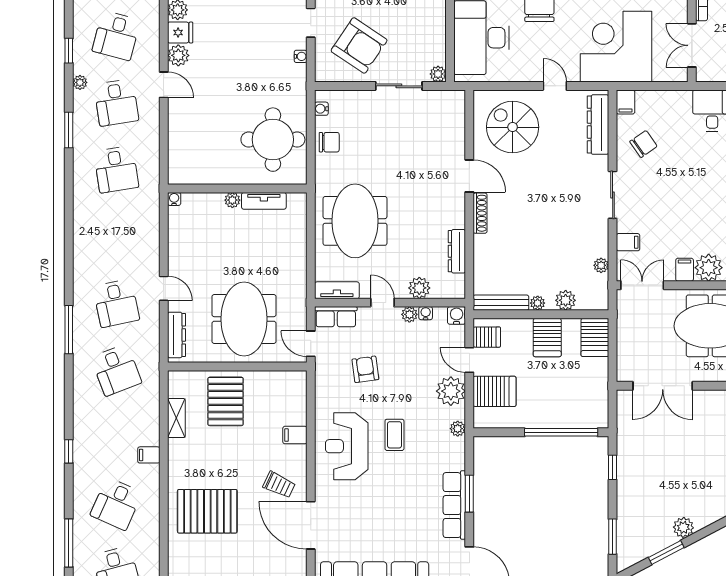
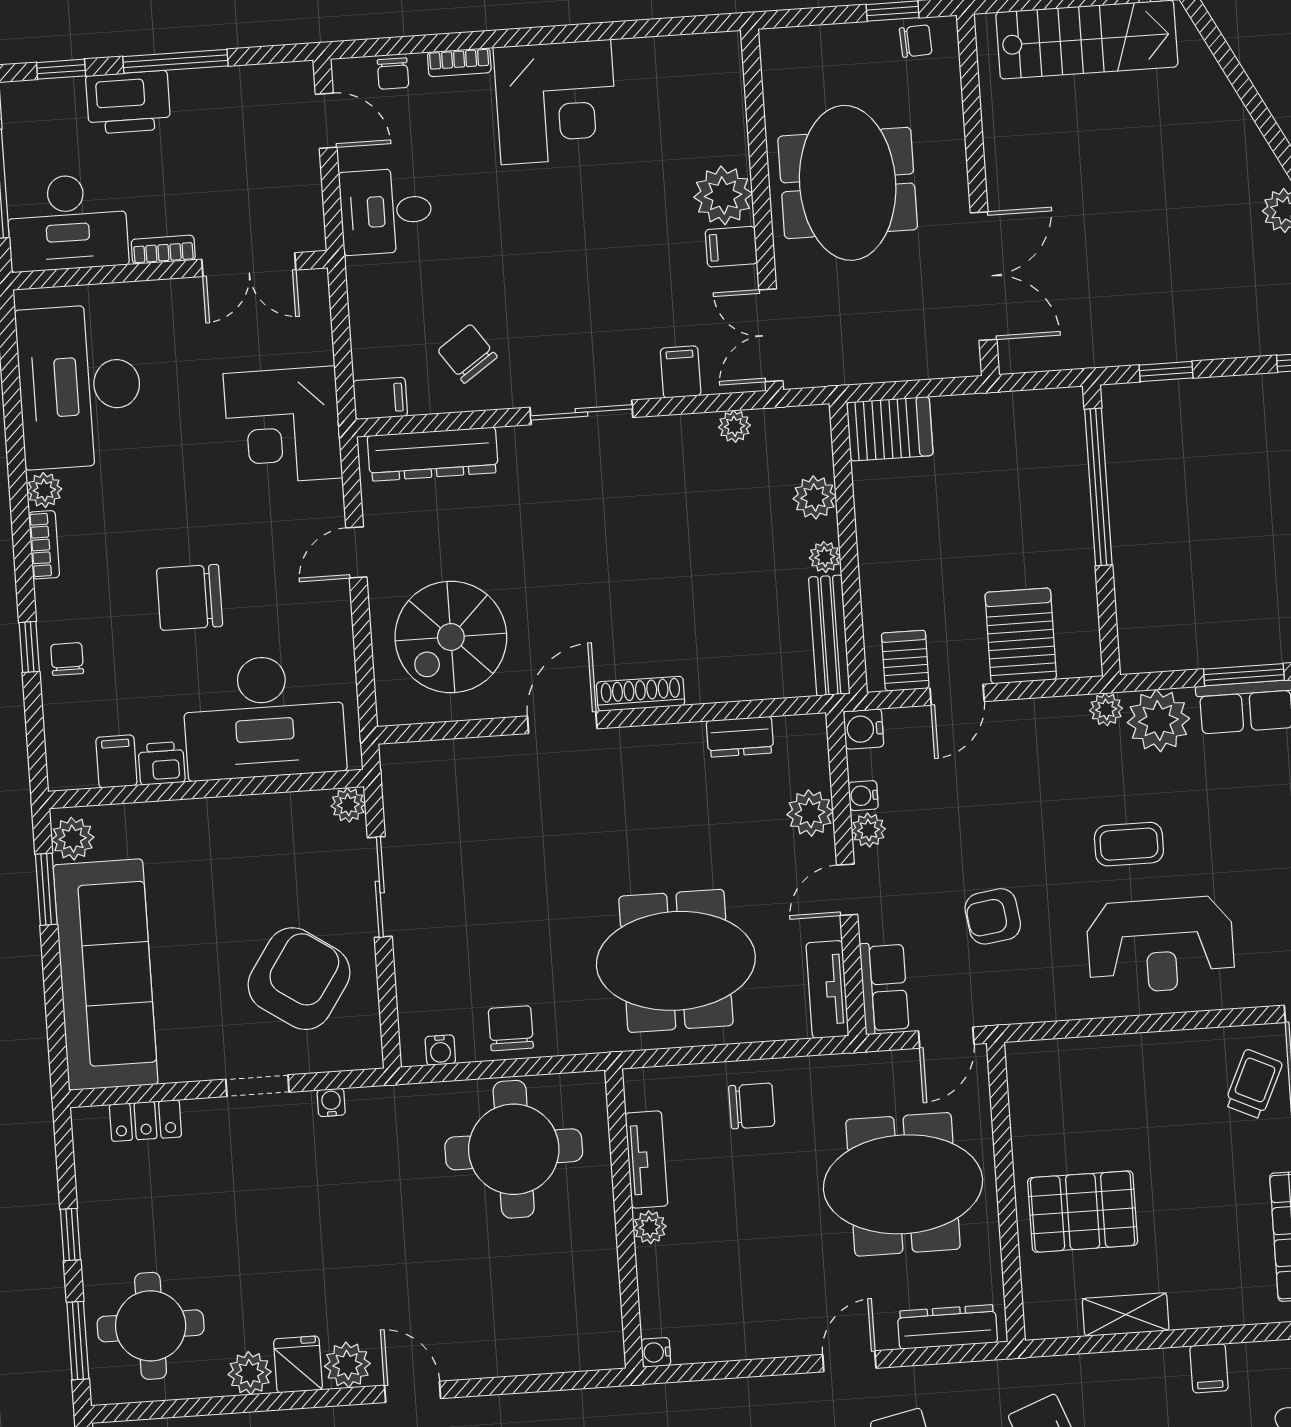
corner desk: (616, 47) -> (283, 426), width x0.74, depth x0.74
door: (164, 85) -> (413, 1392), hinge flipped
chair: (285, 251) -> (752, 1106), added
dresser: (457, 251) -> (740, 737), width x0.70
server rack: (547, 337) -> (897, 531), removed
plant: (451, 391) -> (1158, 721), moved
filing cabinet: (295, 435) -> (1144, 1058), removed

